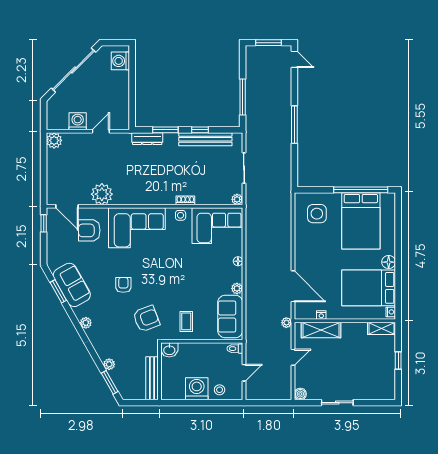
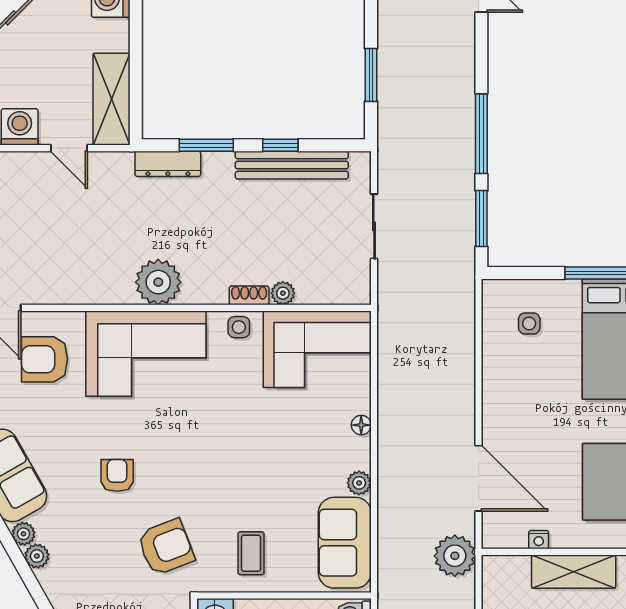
window: (243, 97) -> (371, 75), width x0.69
shelving: (121, 108) -> (112, 99), added
door: (101, 131) -> (69, 148), swing flipped
window: (294, 164) -> (481, 219), added
plant: (102, 194) -> (158, 282), moved
plant: (237, 199) -> (283, 293), moved
side table: (317, 214) -> (529, 323), width x0.54, depth x0.54
plant: (79, 312) -> (23, 534), added
plant: (286, 323) -> (455, 556), width x1.88, depth x1.88
shelving: (321, 330) -> (574, 572), moved

